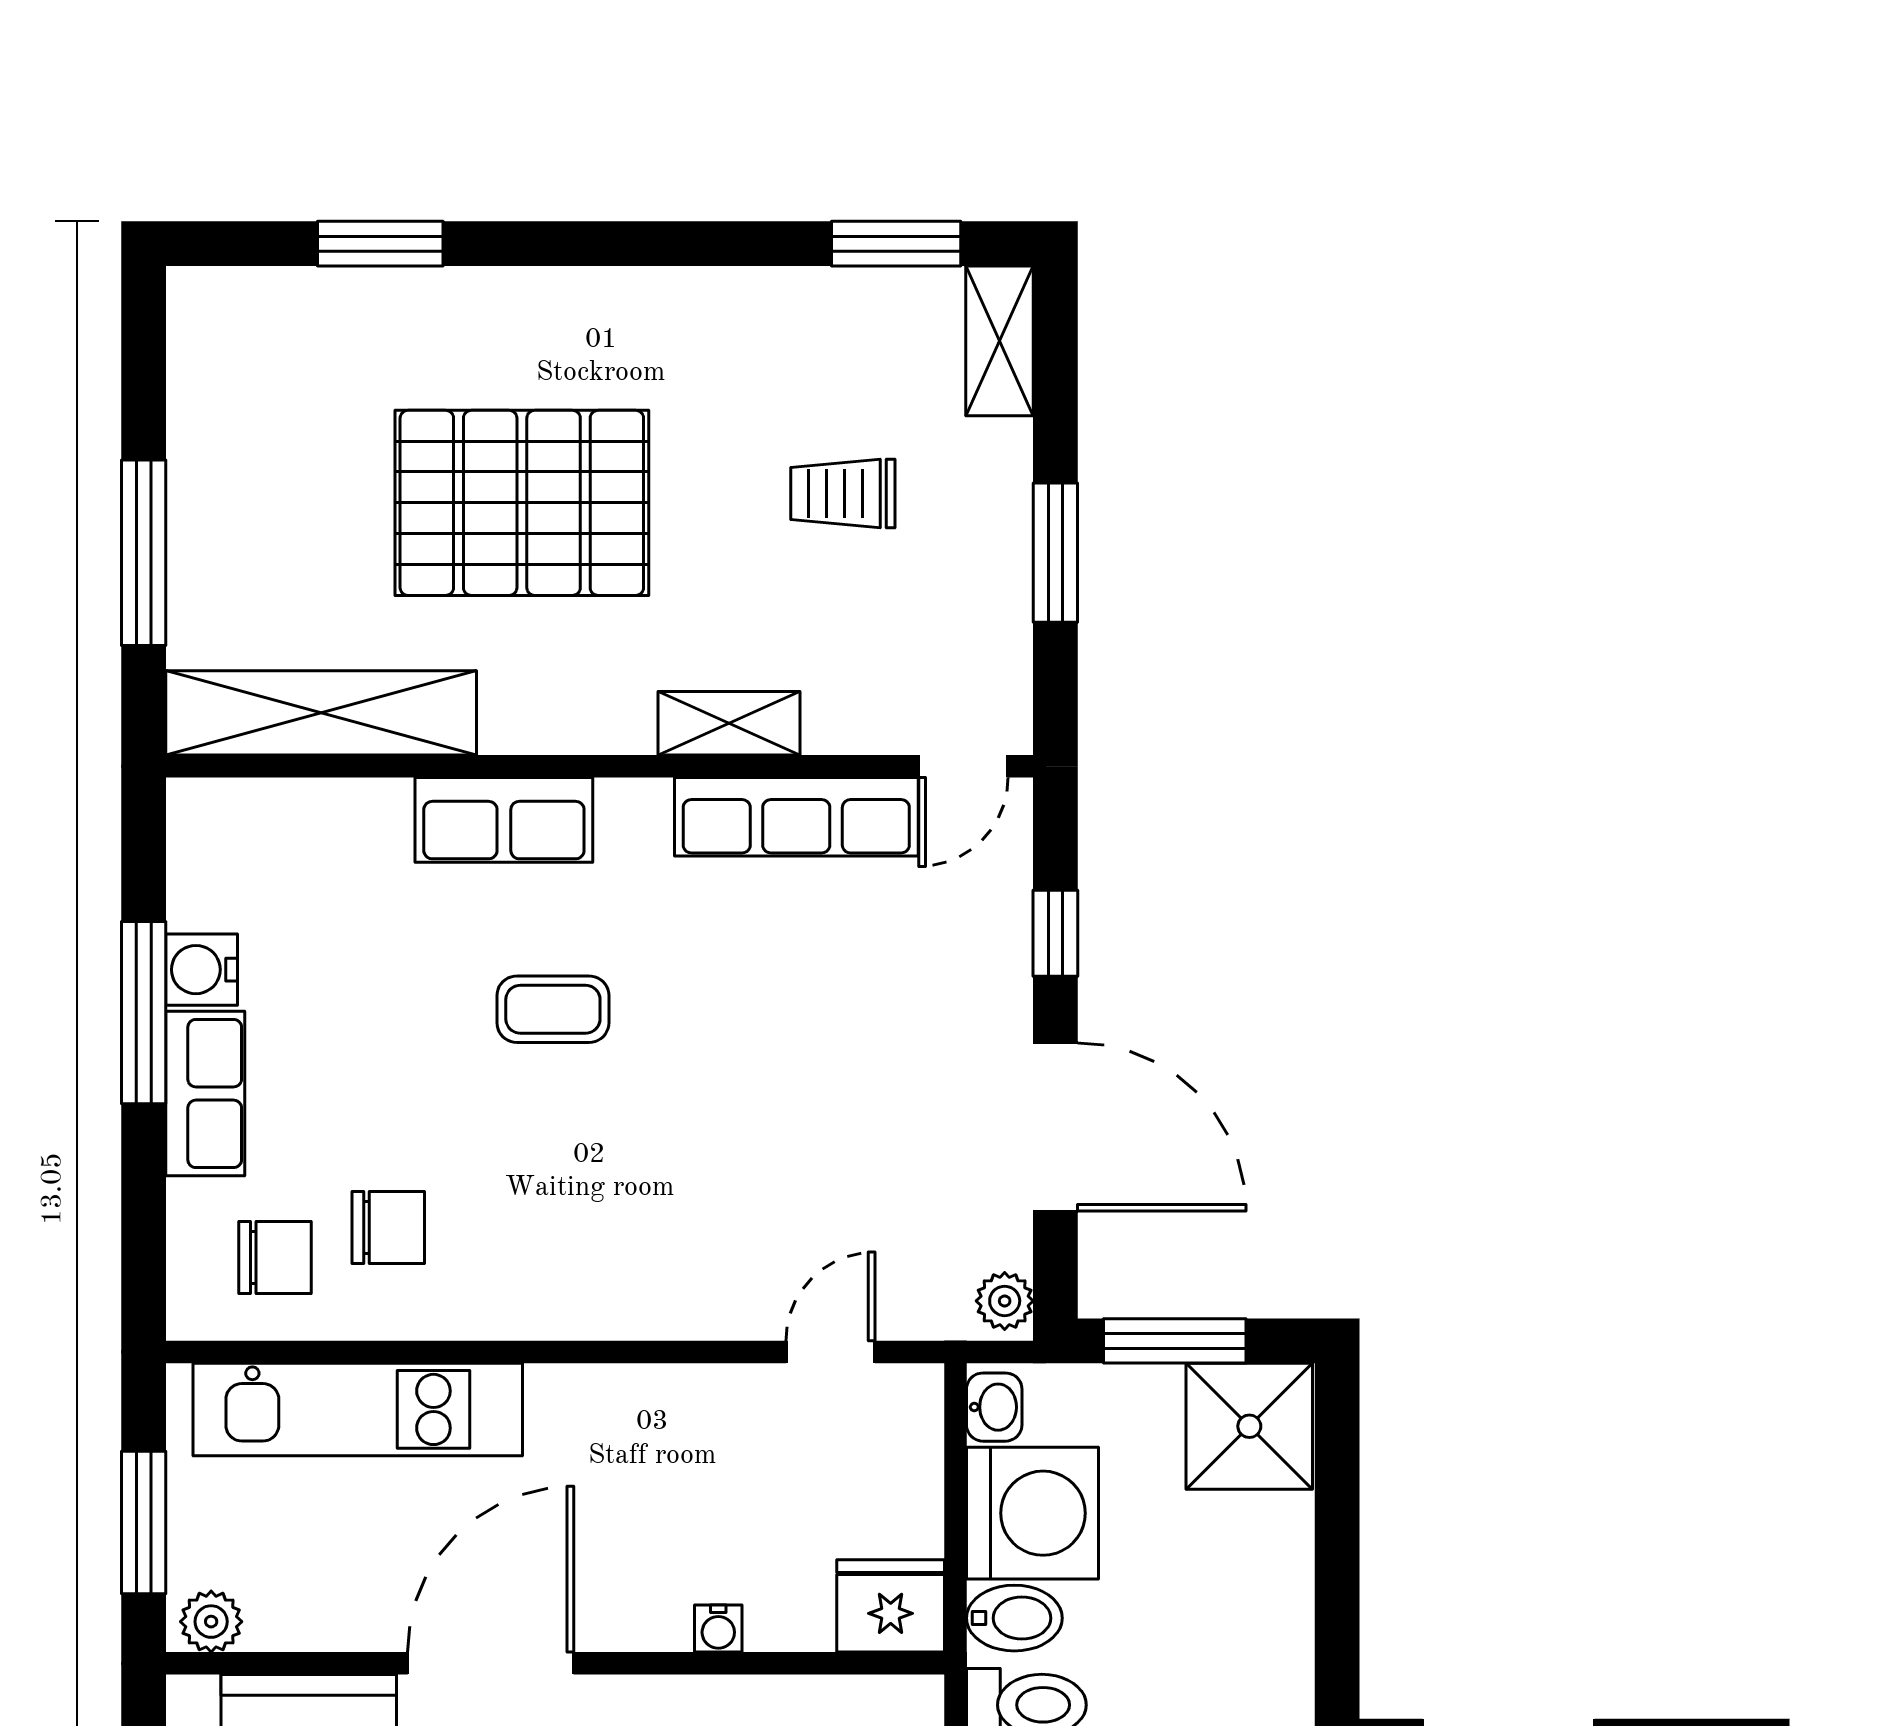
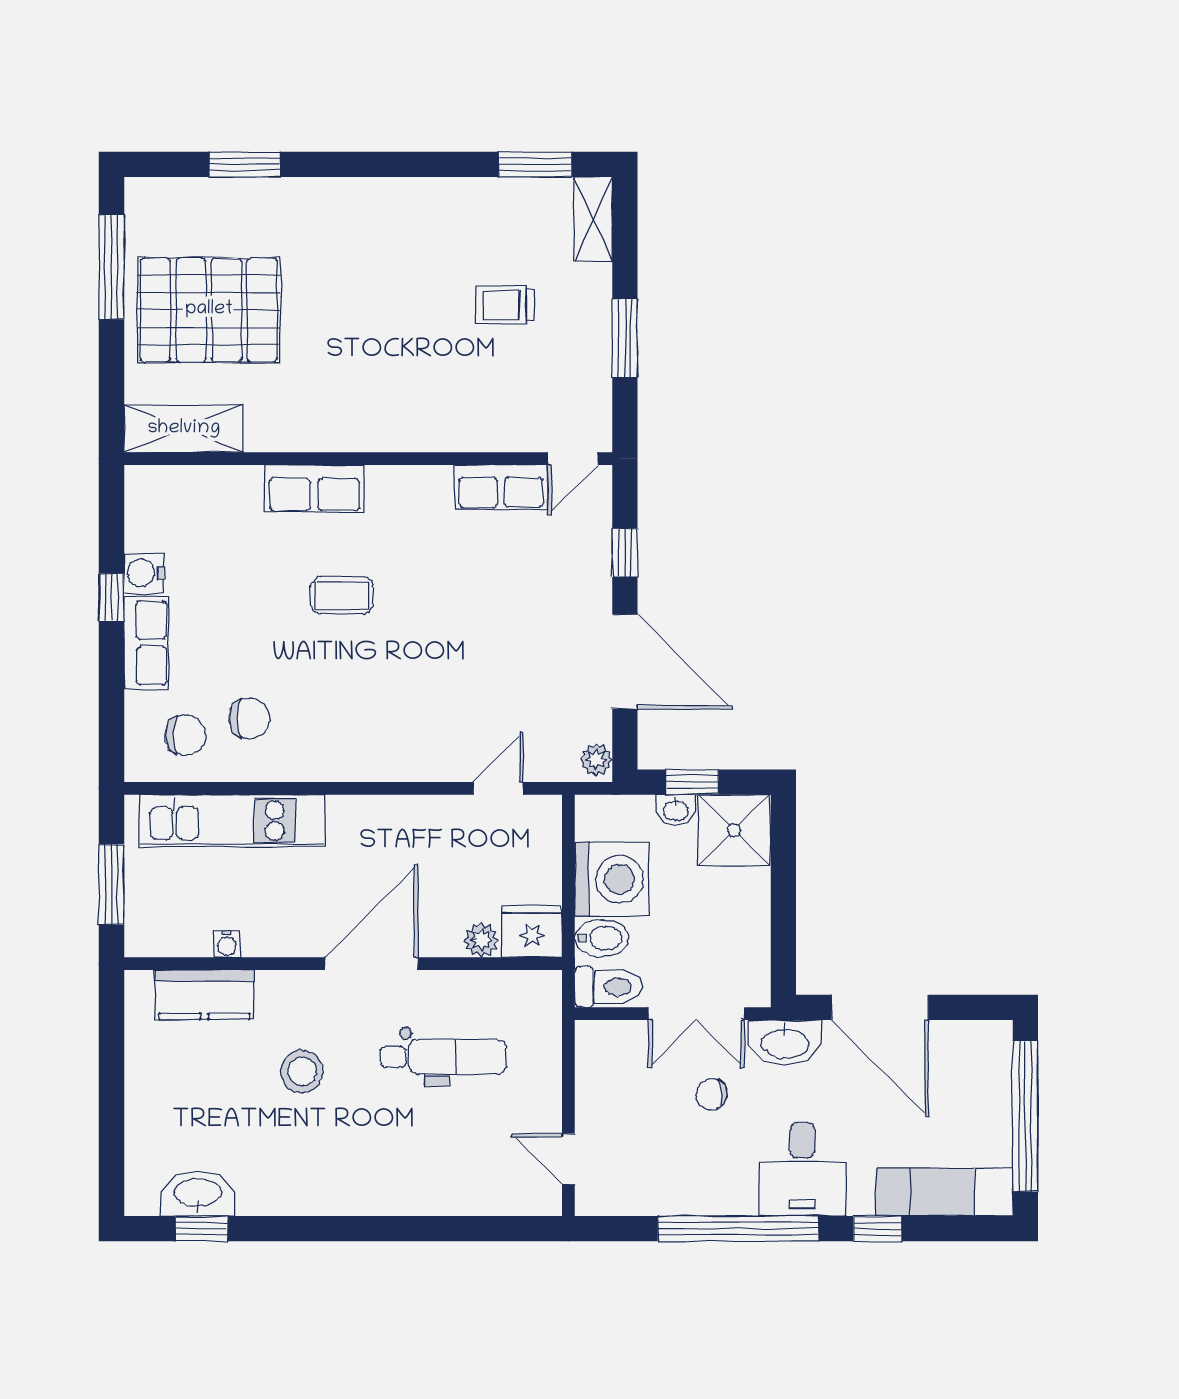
pallet: (522, 503) -> (209, 310), moved
window: (144, 553) -> (112, 267), moved
shelving: (321, 713) -> (184, 429), width x0.68
shelving: (729, 723) -> (441, 434), removed
row of seats: (796, 817) -> (501, 487), width x0.68
window: (144, 1013) -> (112, 597), width x0.46
window: (1175, 1341) -> (692, 782), width x0.67
washbasin: (994, 1407) -> (676, 810), moved, turned 90
plant: (211, 1622) -> (481, 940), moved
water cooler: (718, 1629) -> (227, 944), moved
door: (491, 1663) -> (371, 964), moved

